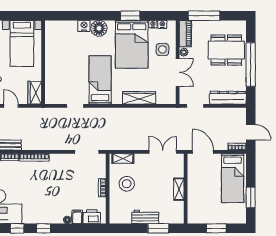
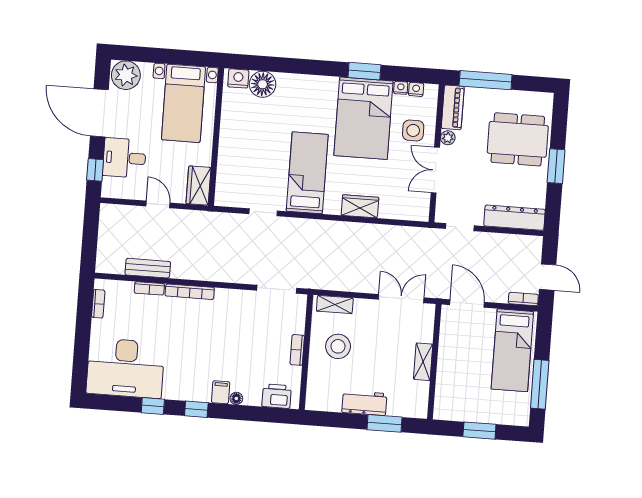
nightstand: (84, 26) -> (238, 78), moved
floor lamp: (99, 28) -> (263, 84), moved
window: (251, 65) -> (556, 166), width x0.47
double door: (178, 72) -> (435, 170), swing flipped
wardrobe: (139, 98) -> (360, 206), width x0.67
window: (251, 198) -> (540, 384), width x1.44
filing cabinet: (77, 217) -> (221, 392), moved

